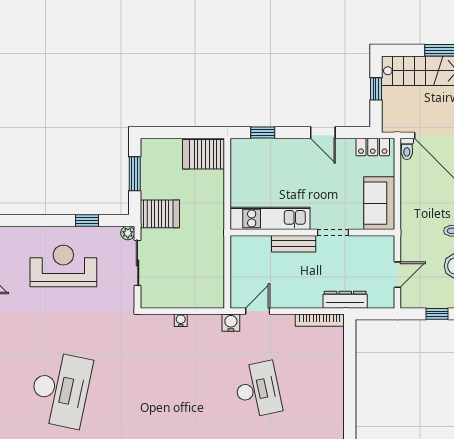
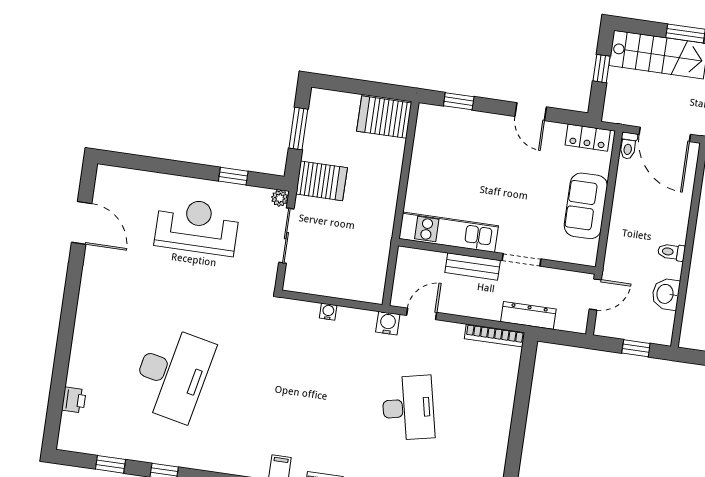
kitchen unit: (270, 218) -> (449, 232), moved
wall: (312, 233) -> (497, 256), moved
doorway: (333, 233) -> (522, 260), moved
bench: (294, 244) -> (473, 266), moved

